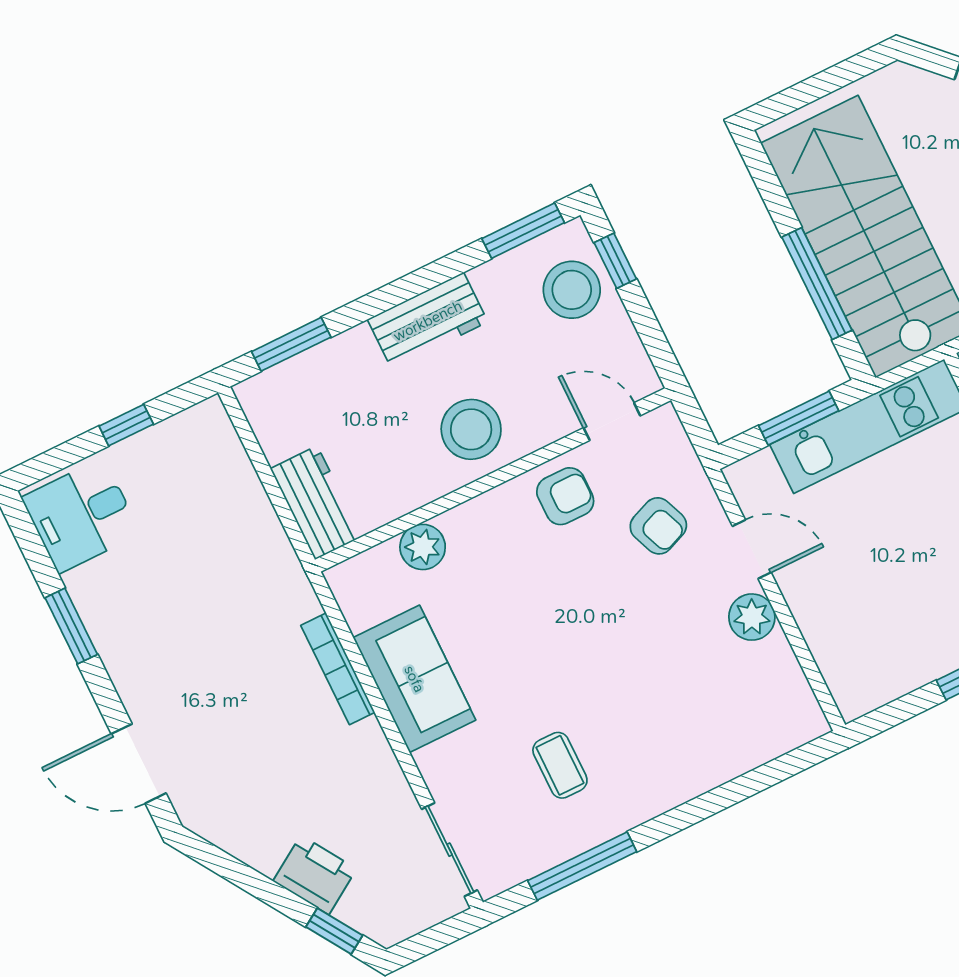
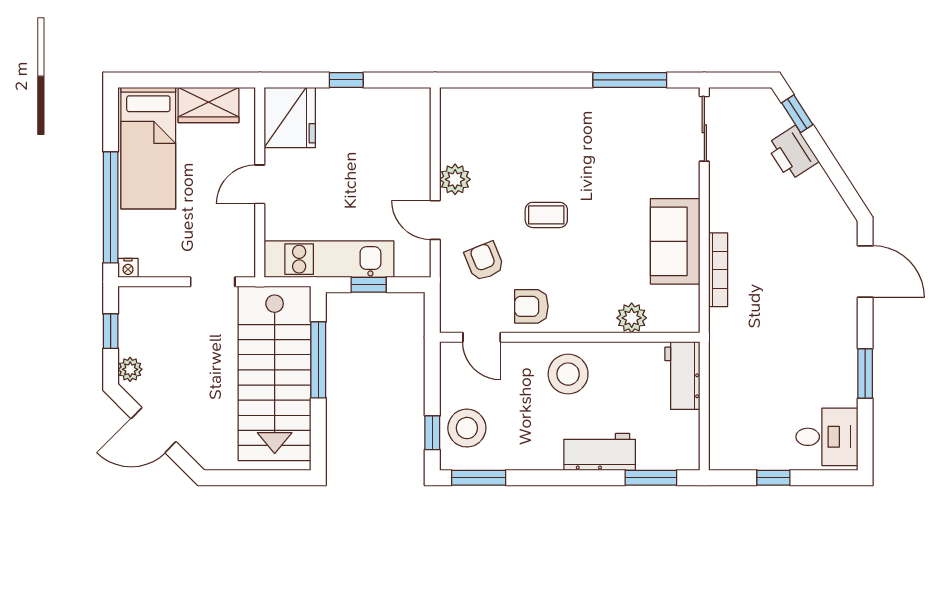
workbench: (428, 321) -> (600, 452), moved
window: (799, 418) -> (369, 285), width x0.67
coffee table: (560, 765) -> (546, 215), moved, turned 90

